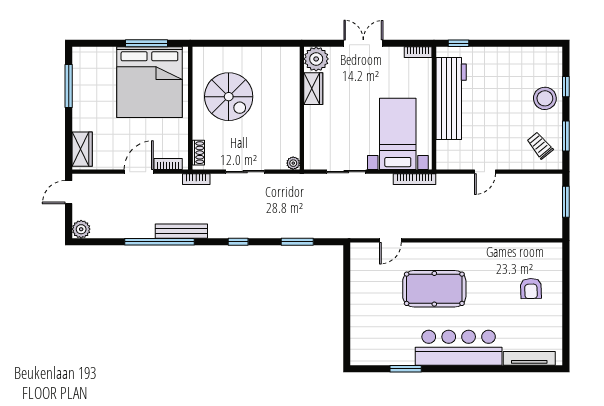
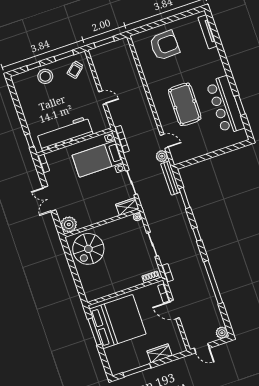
wardrobe: (313, 89) -> (127, 207), moved
spiral stairs: (229, 97) -> (88, 249), moved, turned 180
wardrobe: (82, 149) -> (160, 353), moved
plant: (370, 229) -> (162, 156), added
bench: (181, 231) -> (170, 178), moved
armchair: (531, 289) -> (164, 45), width x1.88, depth x1.88
bar counter: (459, 348) -> (225, 105), moved

